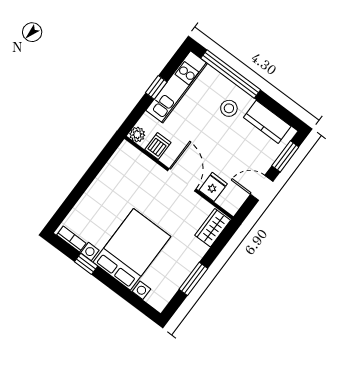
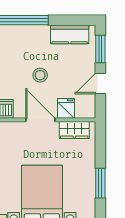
stool: (229, 108) -> (40, 75), moved
wardrobe: (213, 228) -> (74, 130), moved, turned -90

